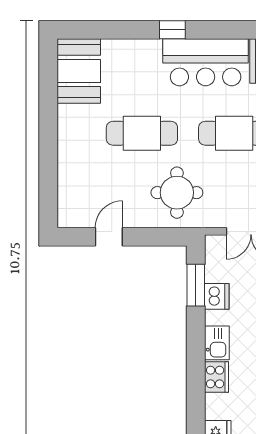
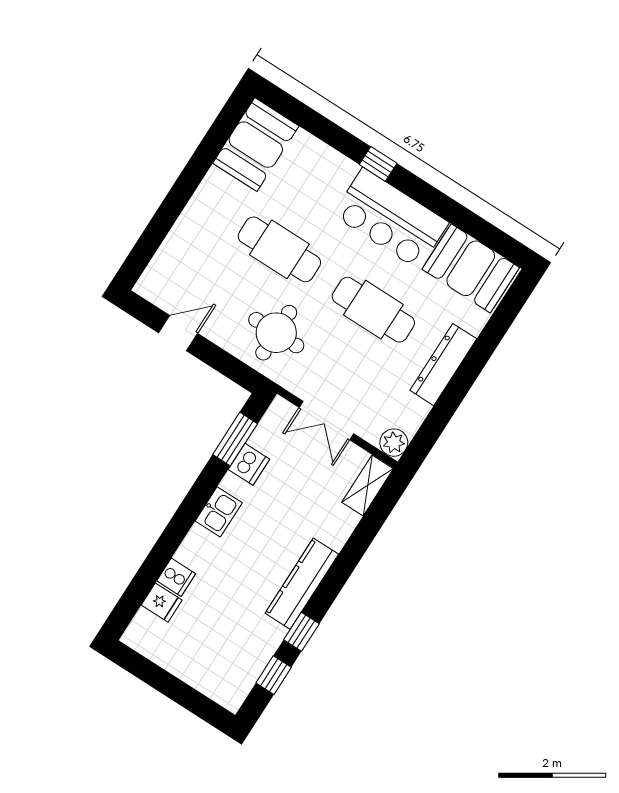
cooker: (216, 377) -> (176, 577), moved, width x0.73

